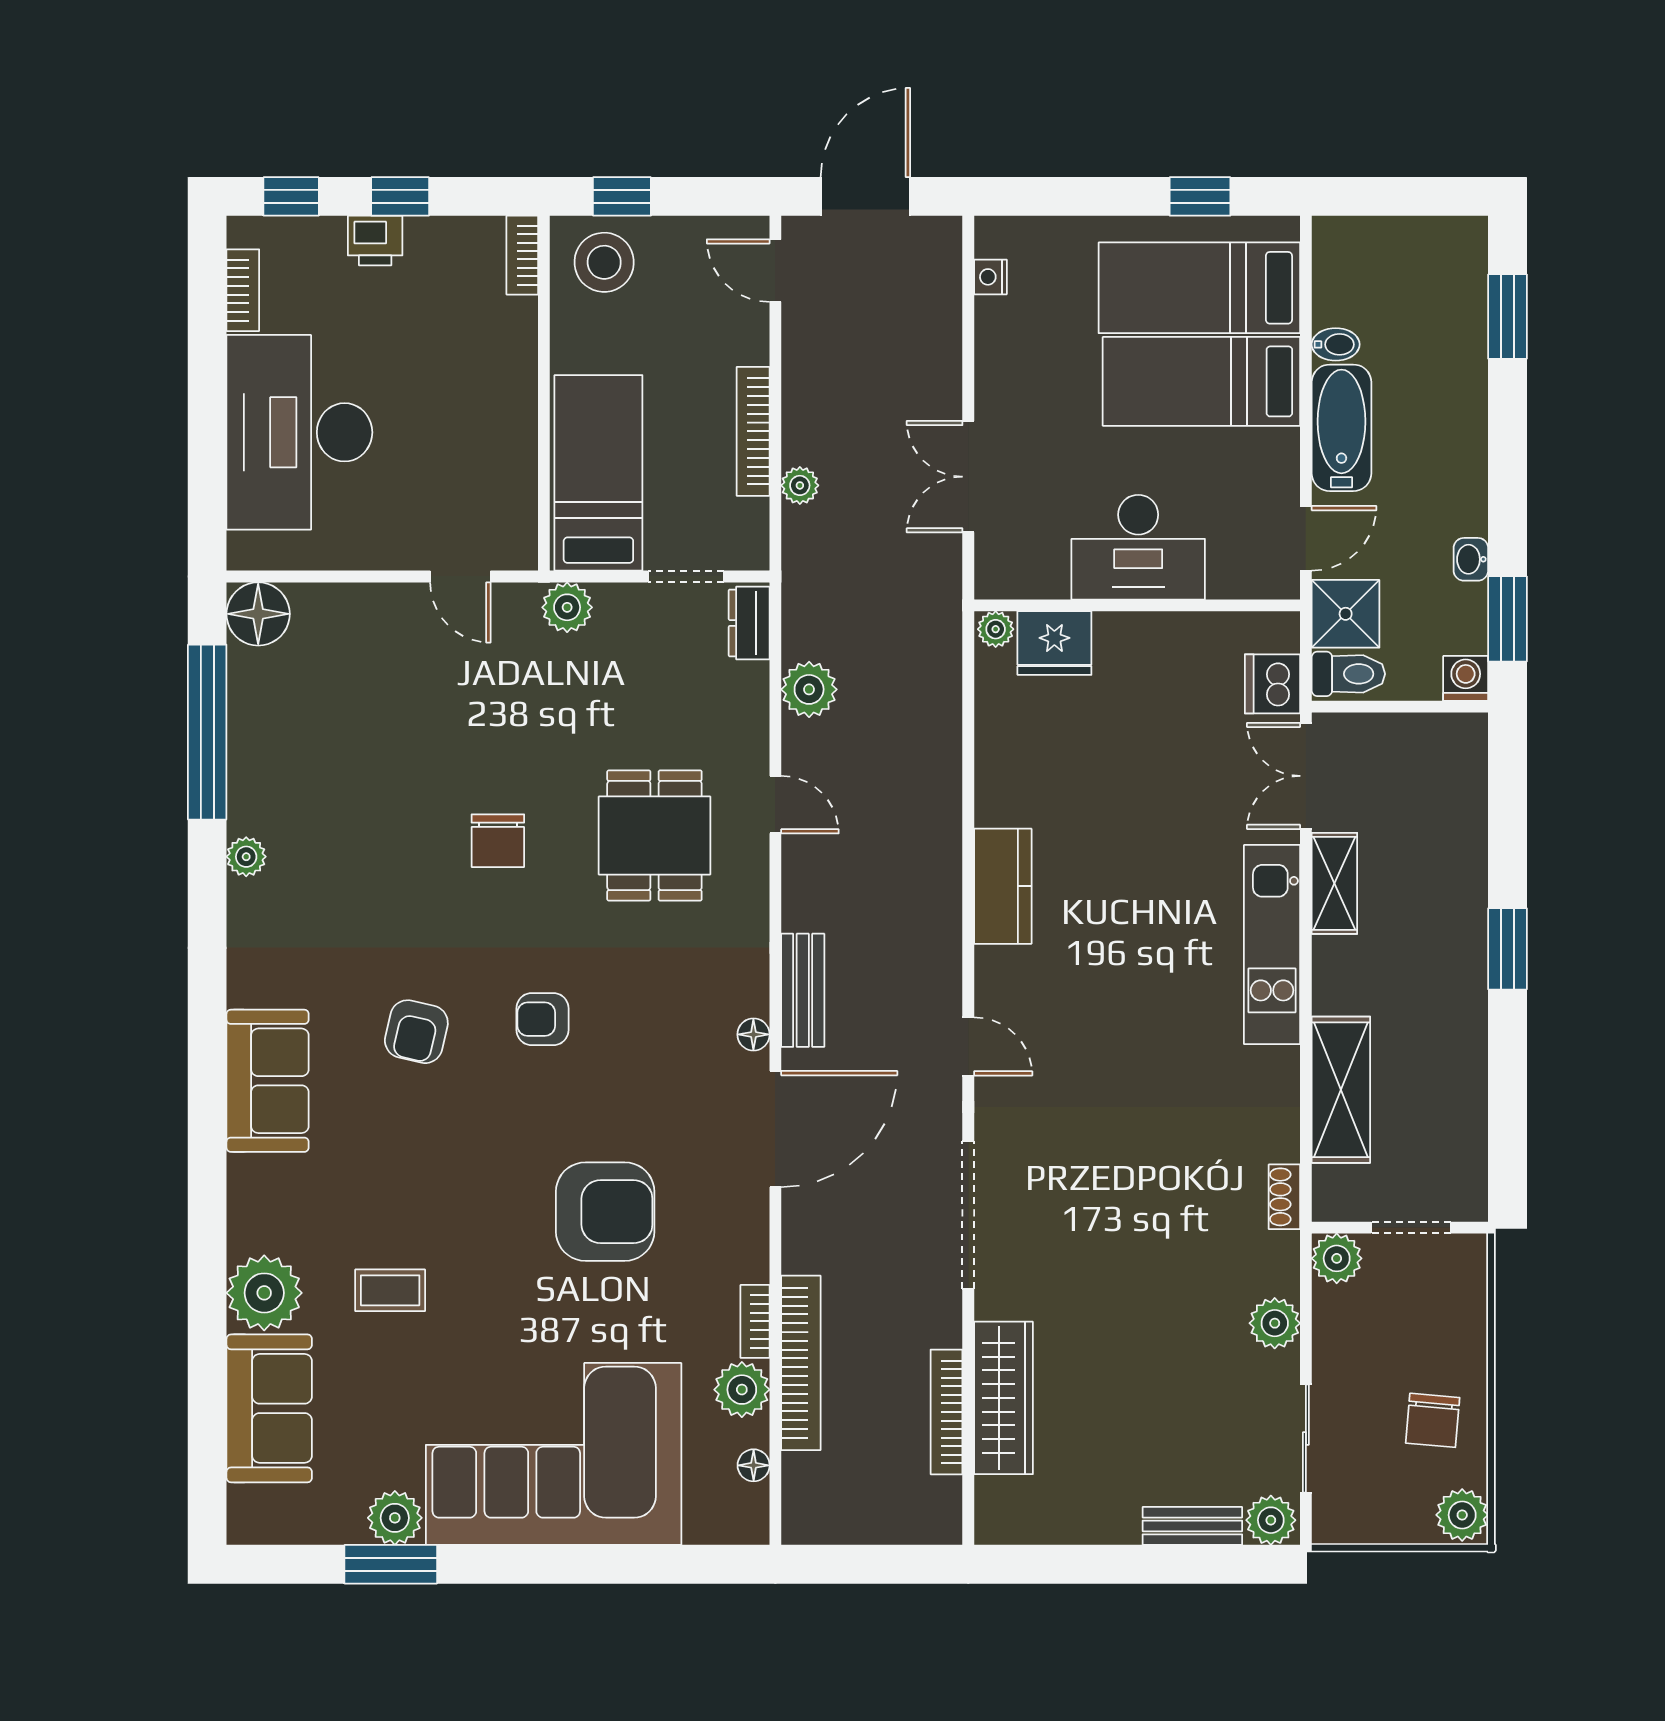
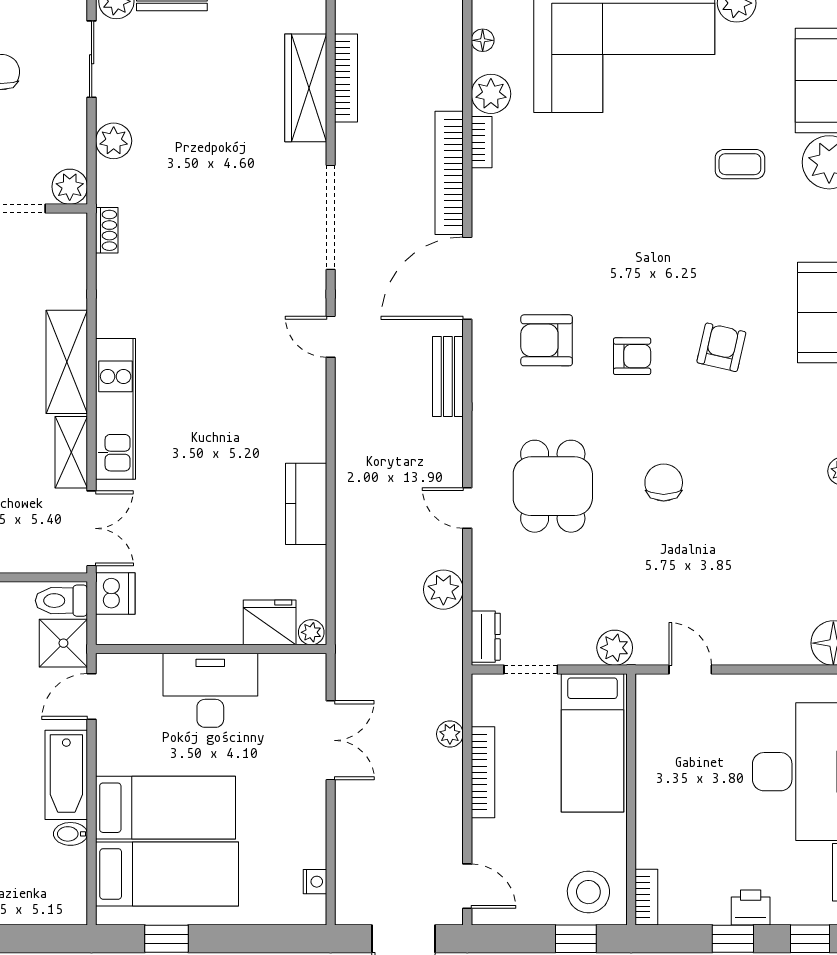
kitchen counter: (1003, 886) -> (306, 504), moved
floor lamp: (753, 1034) -> (483, 345), removed
shelving: (1341, 1090) -> (67, 362), moved
armchair: (605, 1212) -> (547, 340), moved, width x0.73, depth x0.73
bookcase: (801, 1363) -> (449, 173), moved

